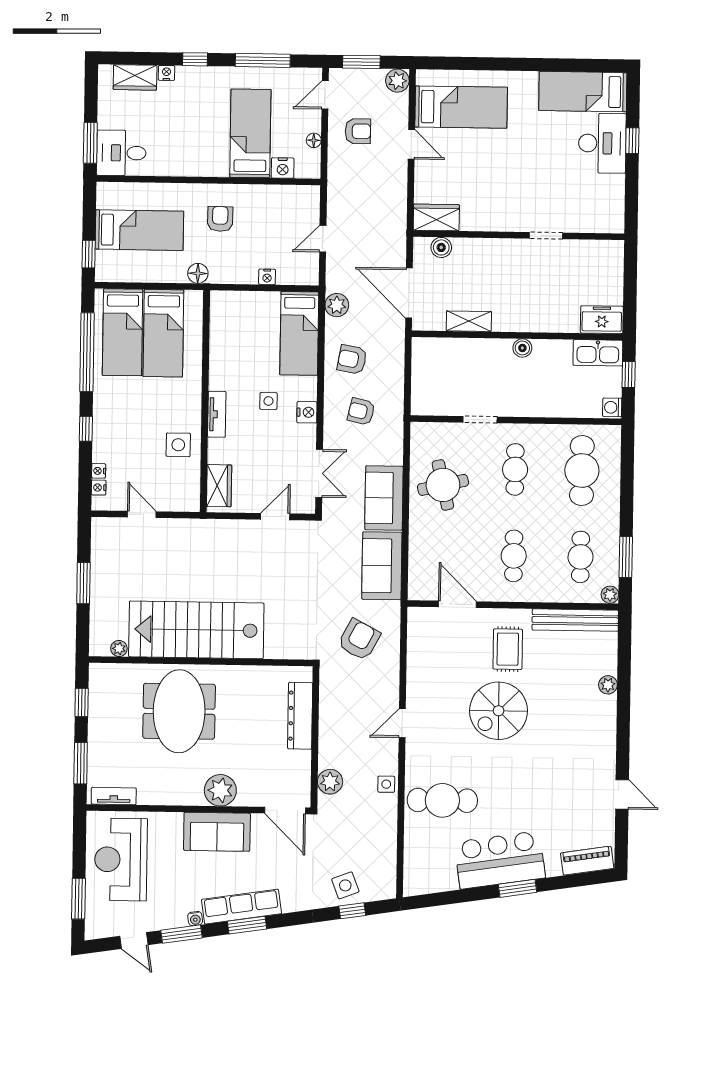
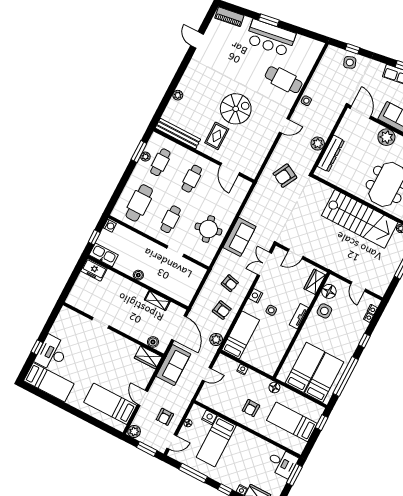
armchair: (358, 131) -> (165, 417), turned -90
floor lamp: (187, 481) -> (329, 291), added
sofa: (382, 566) -> (173, 365), moved
plant: (610, 595) -> (145, 157), moved
plant: (330, 782) -> (318, 144), moved

